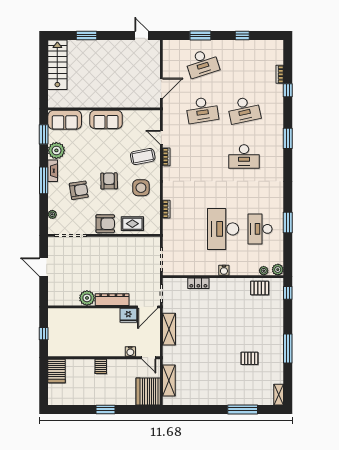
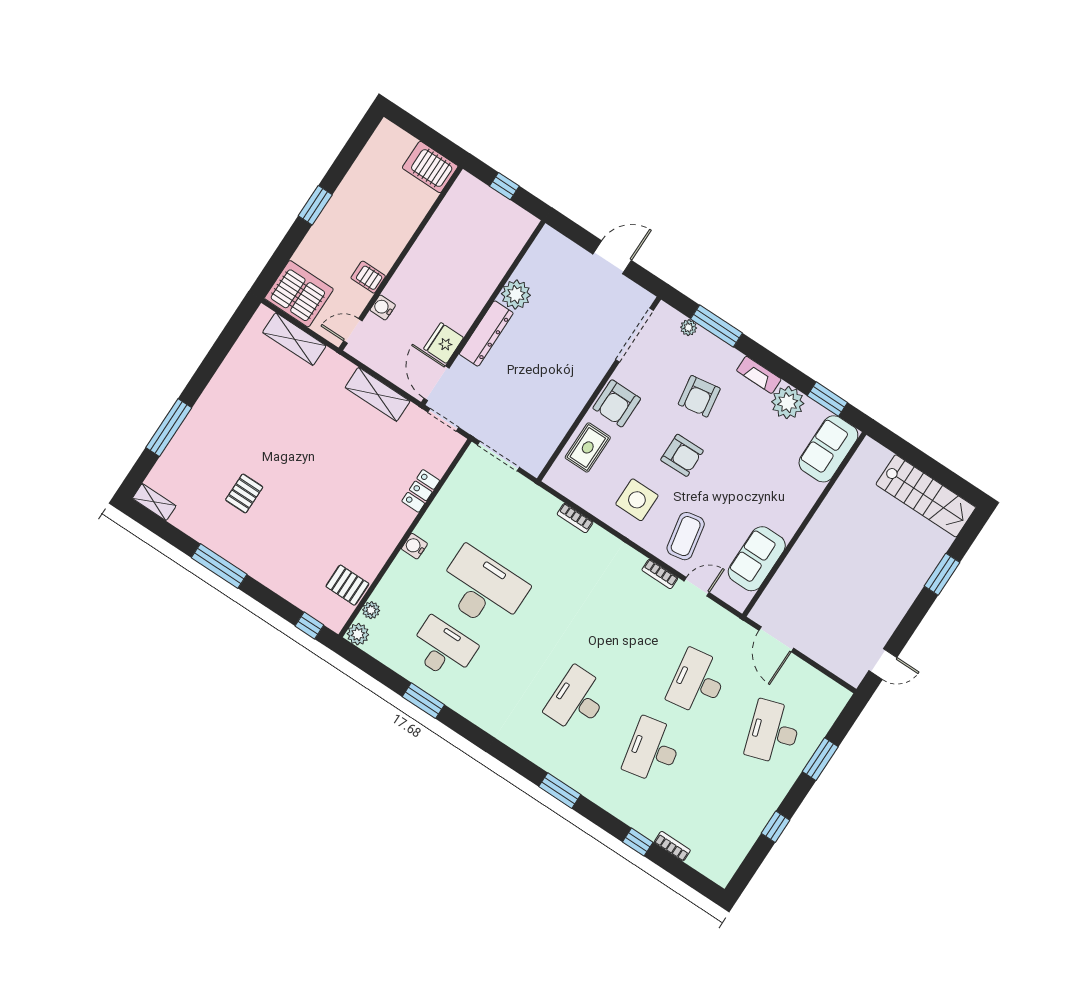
sofa: (106, 120) -> (757, 559), moved
window: (44, 180) -> (716, 326), moved
pallet: (260, 288) -> (347, 585), turned 90
server rack: (101, 366) -> (368, 277), moved

